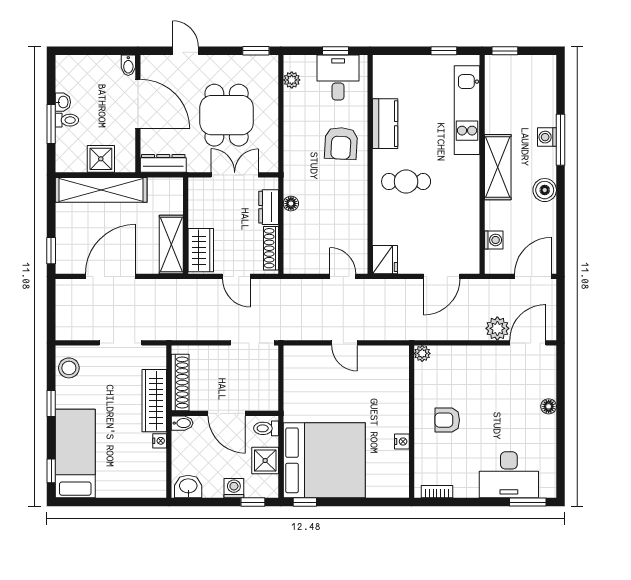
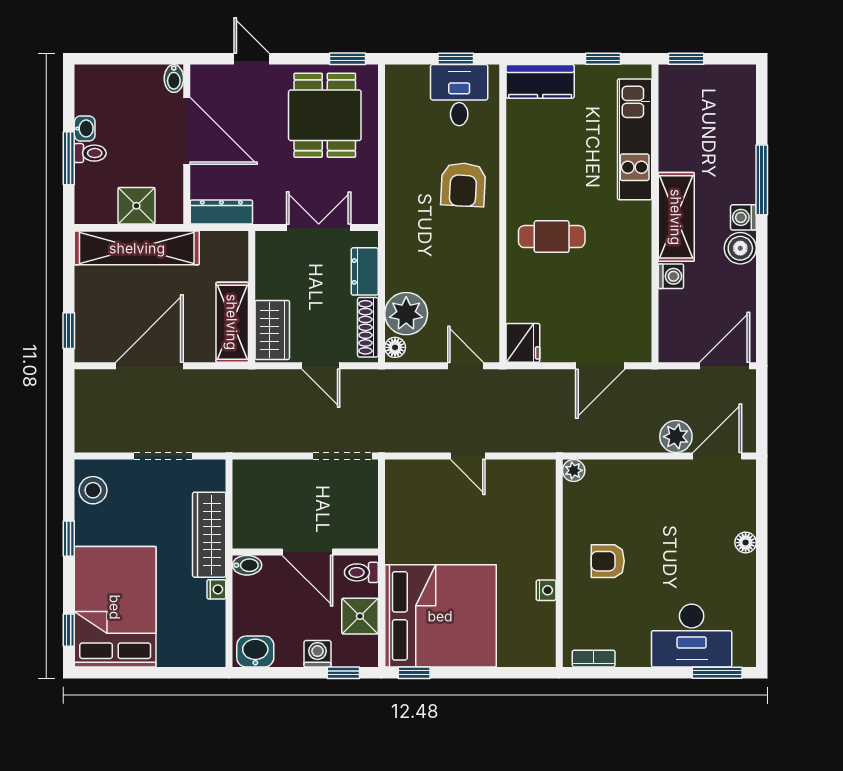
plant: (292, 80) -> (406, 314), moved, width x1.87, depth x1.87
dining table: (227, 115) -> (325, 115), moved
kitchen counter: (385, 124) -> (540, 81), moved, turned 90
washing machine: (547, 137) -> (743, 217), moved
floor lamp: (291, 204) -> (395, 347), moved
washing machine: (494, 240) -> (671, 276), moved
shoe rack: (180, 382) -> (244, 510), removed
bed: (75, 454) -> (115, 607), width x1.50

